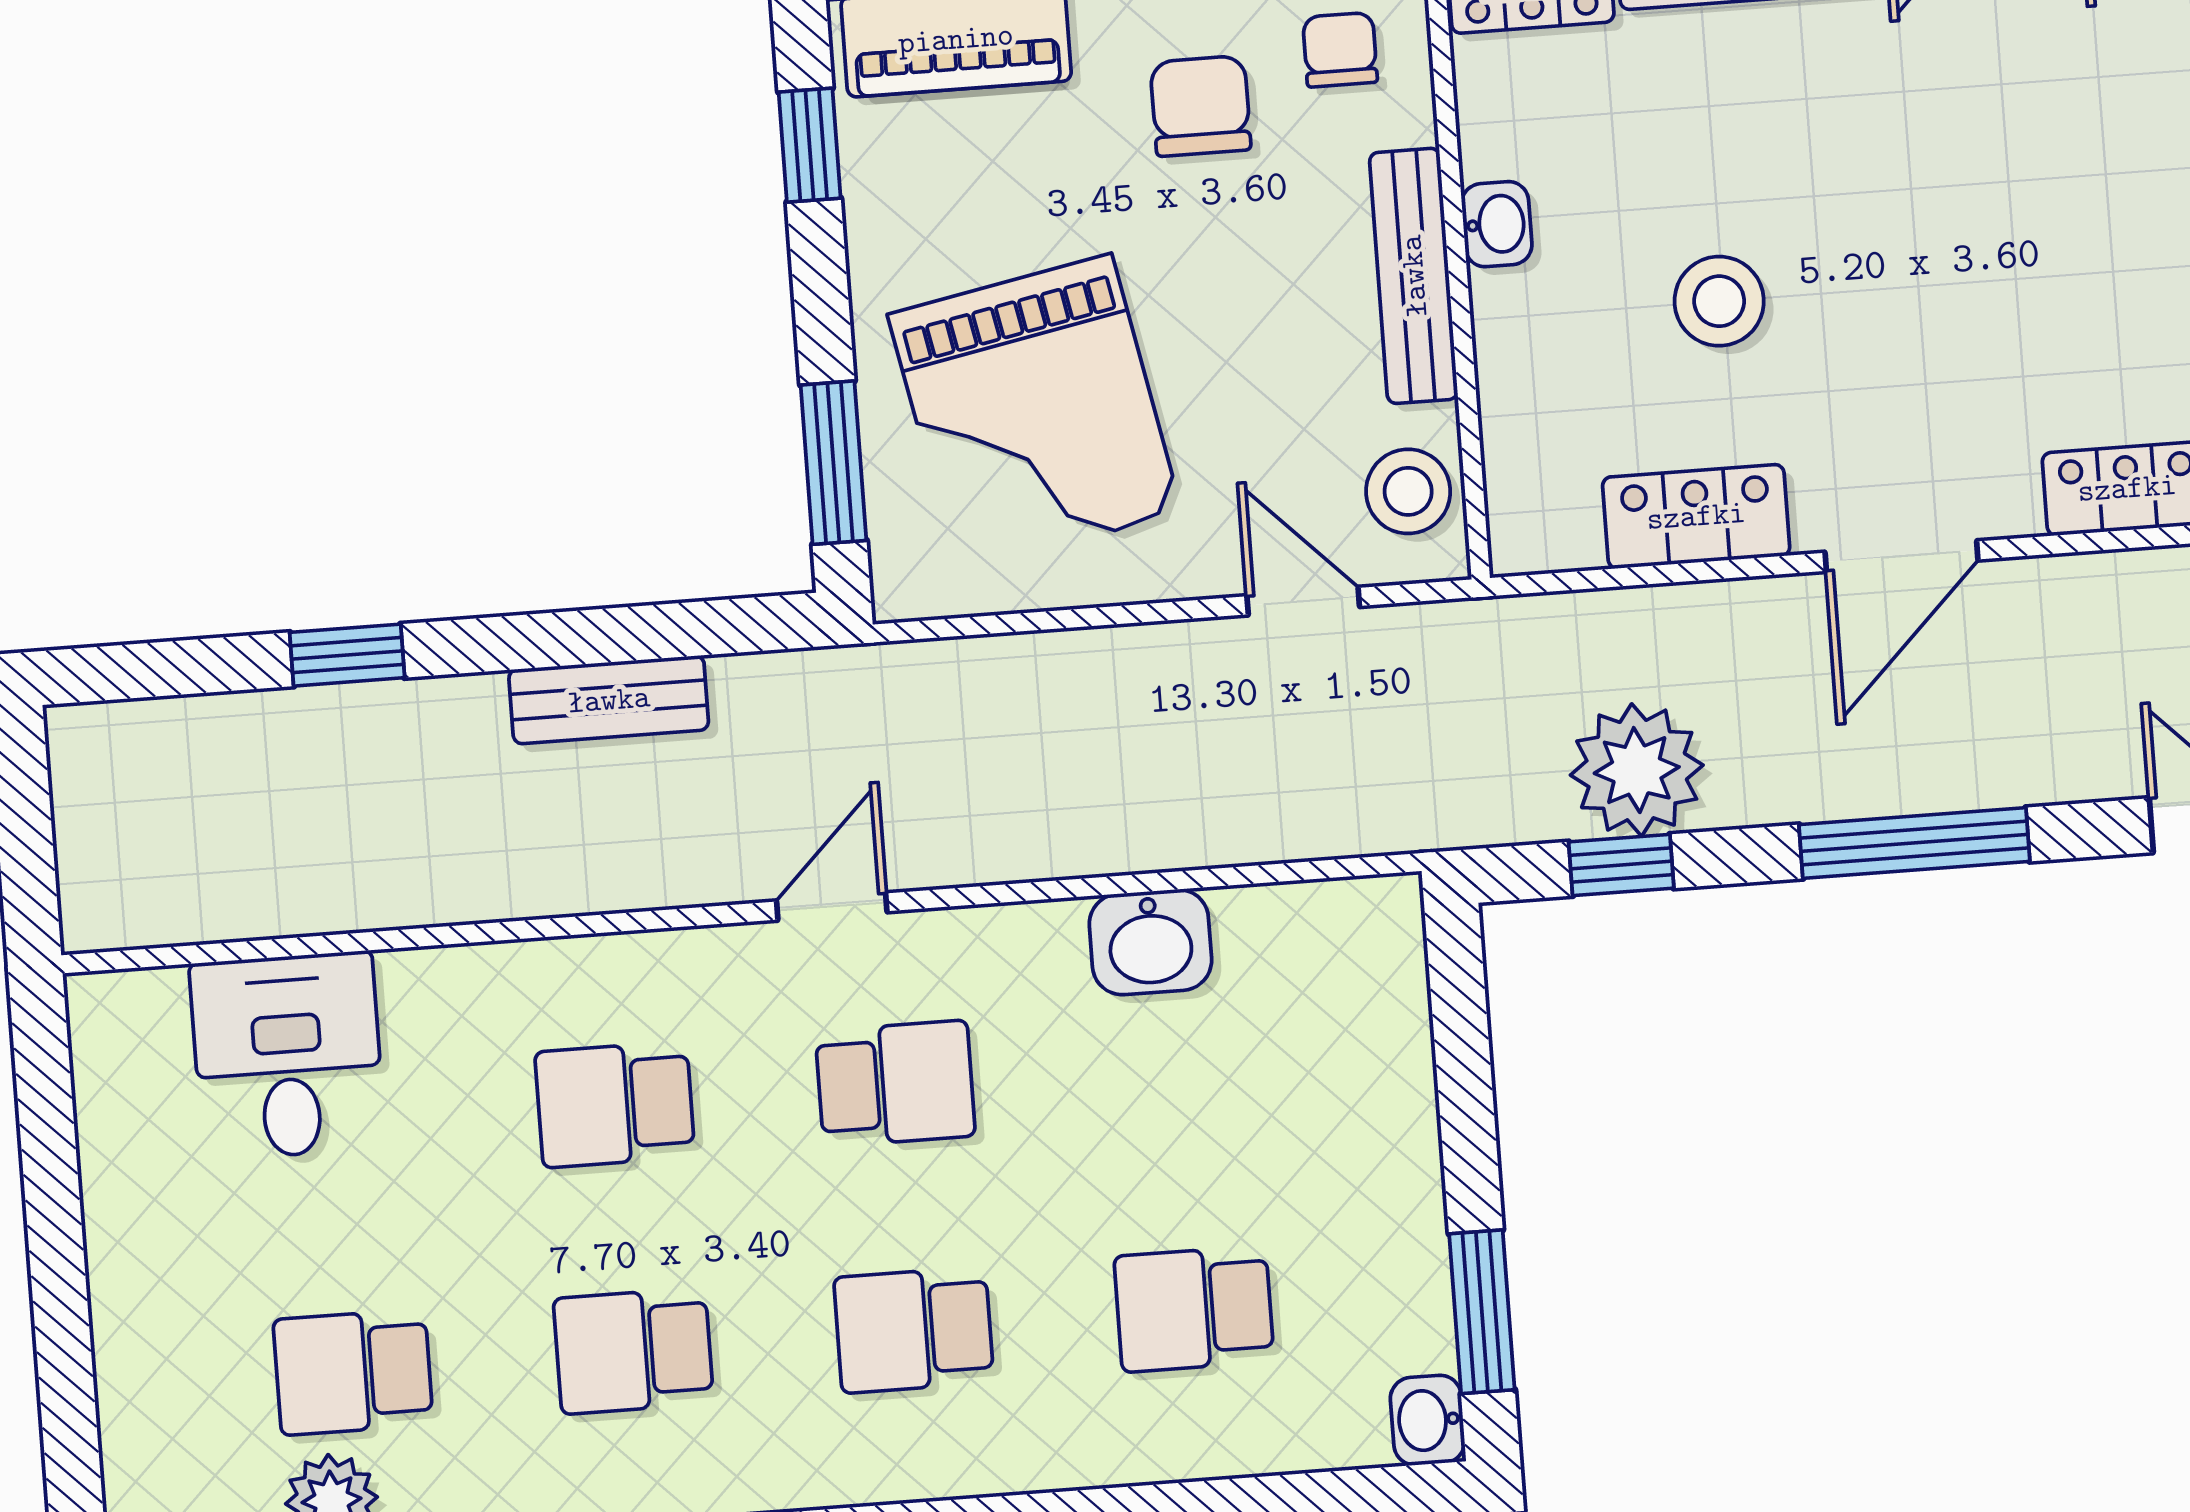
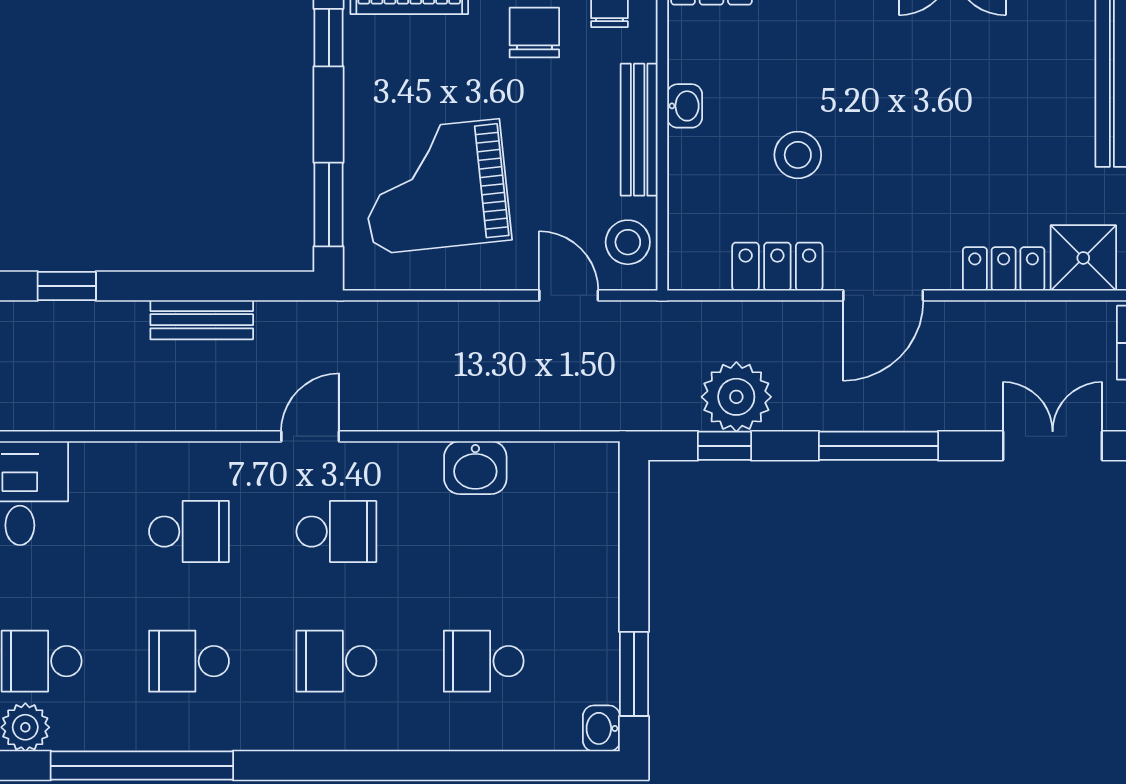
grand piano: (1035, 413) -> (436, 187), turned 95
school desk: (615, 1105) -> (189, 532), turned 180

